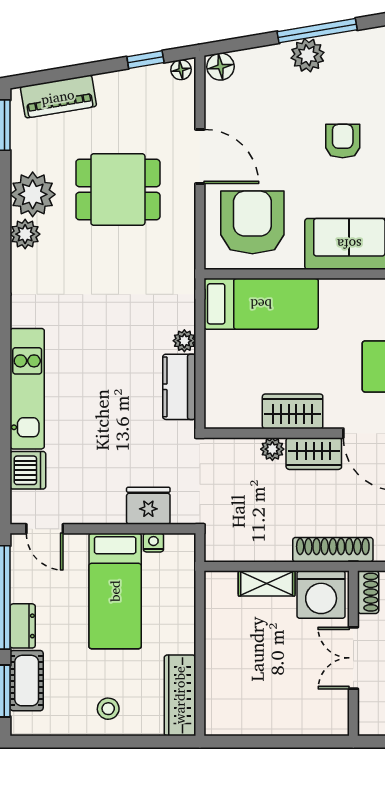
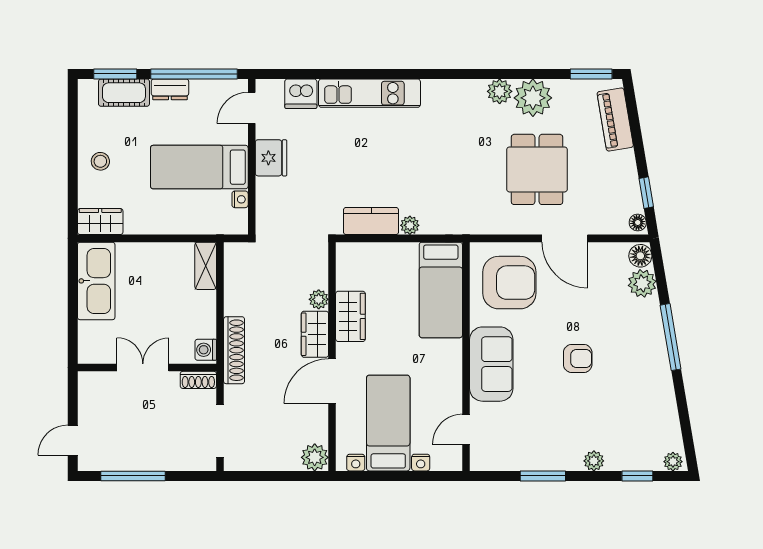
plant: (308, 55) -> (642, 283), moved
door: (200, 157) -> (565, 238), hinge flipped
fridge: (148, 506) -> (271, 158), moved
shelving: (267, 583) -> (206, 266), moved
washing machine: (321, 595) -> (206, 350), width x0.53, depth x0.53
wardrobe: (180, 695) -> (100, 222), width x0.67
kitchen sink: (250, 714) -> (96, 281), added

